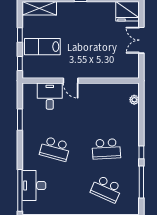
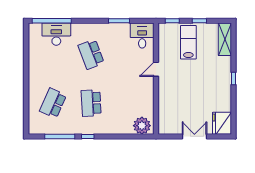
desk: (50, 96) -> (142, 36), moved, turned -90
plant: (134, 100) -> (142, 126), width x1.88, depth x1.88
school desk: (55, 149) -> (91, 54), turned -36

